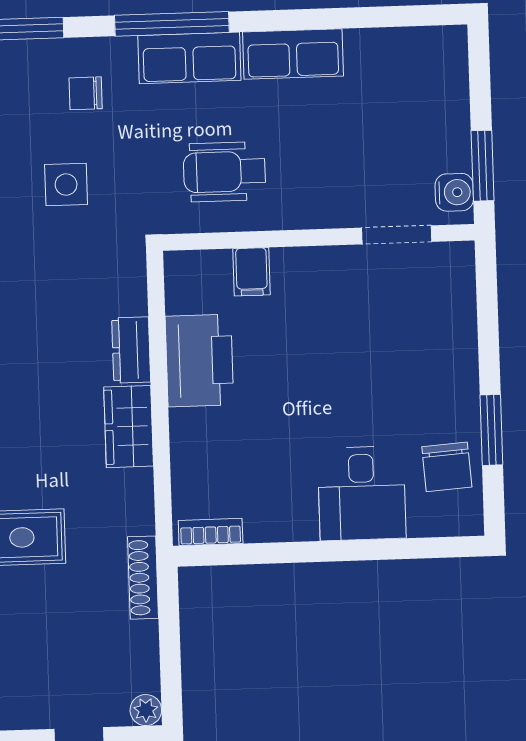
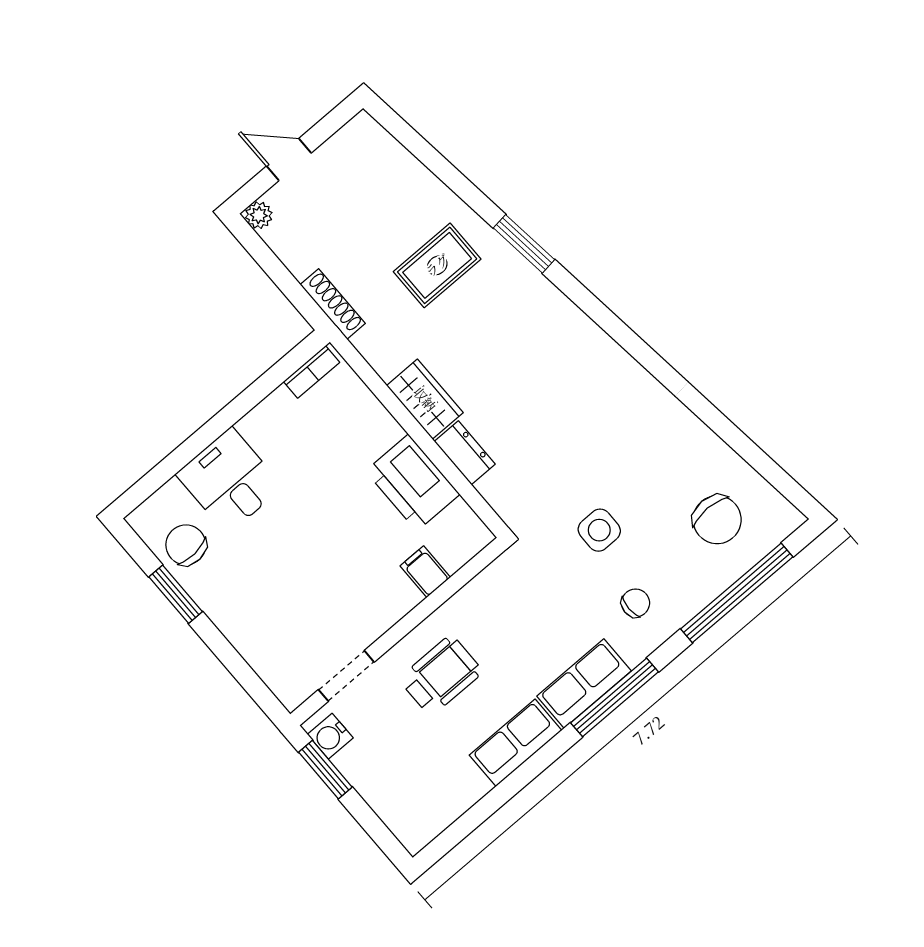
wheelchair: (225, 172) -> (441, 675), moved

